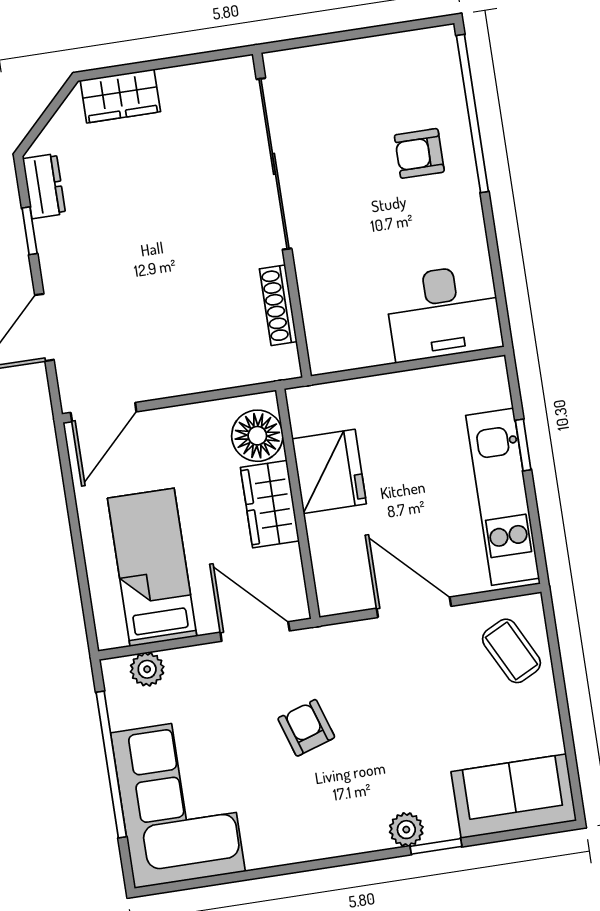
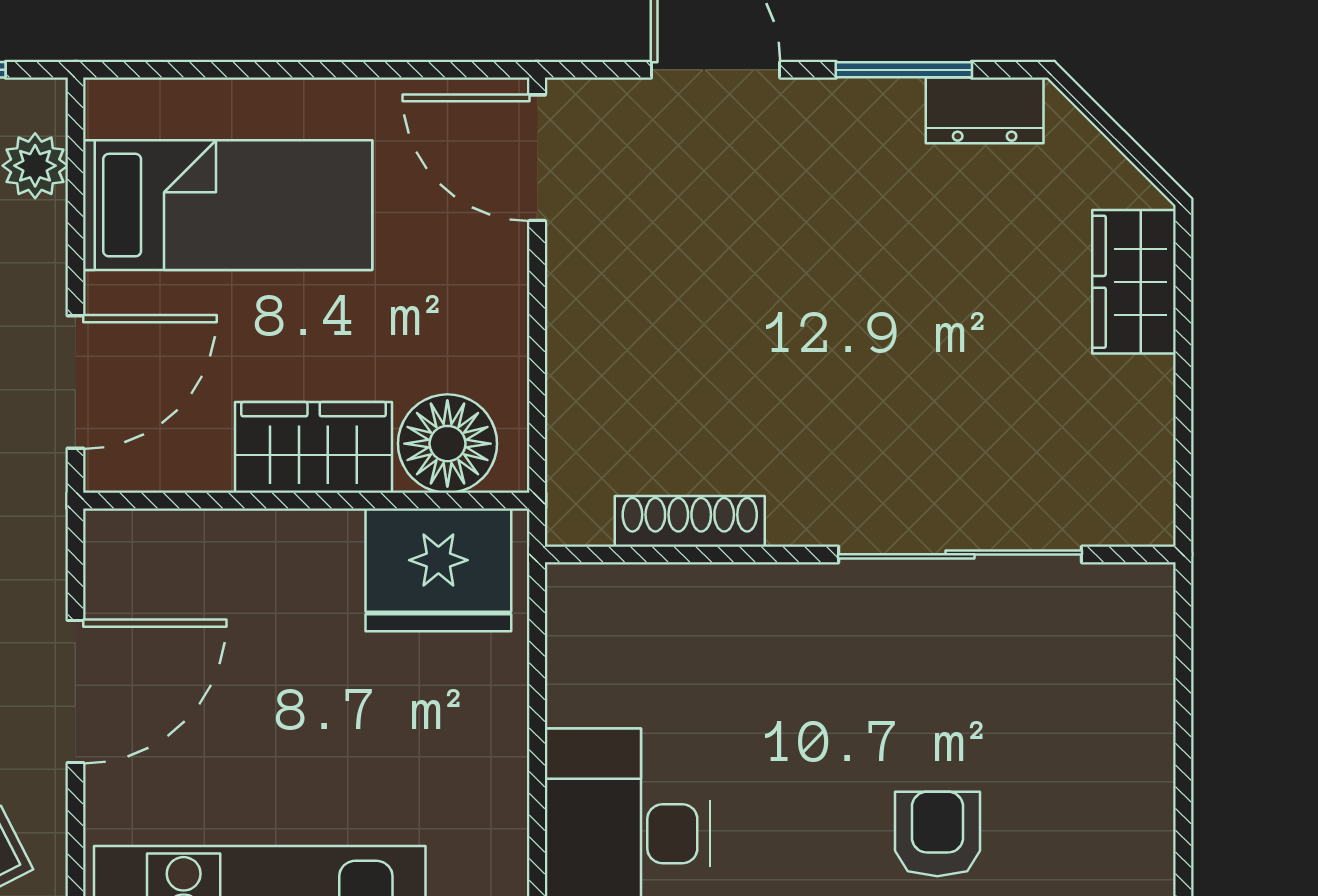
sliding door: (274, 164) -> (960, 554), width x0.73
window: (30, 231) -> (904, 70), width x1.50
fridge: (329, 471) -> (438, 570), moved

